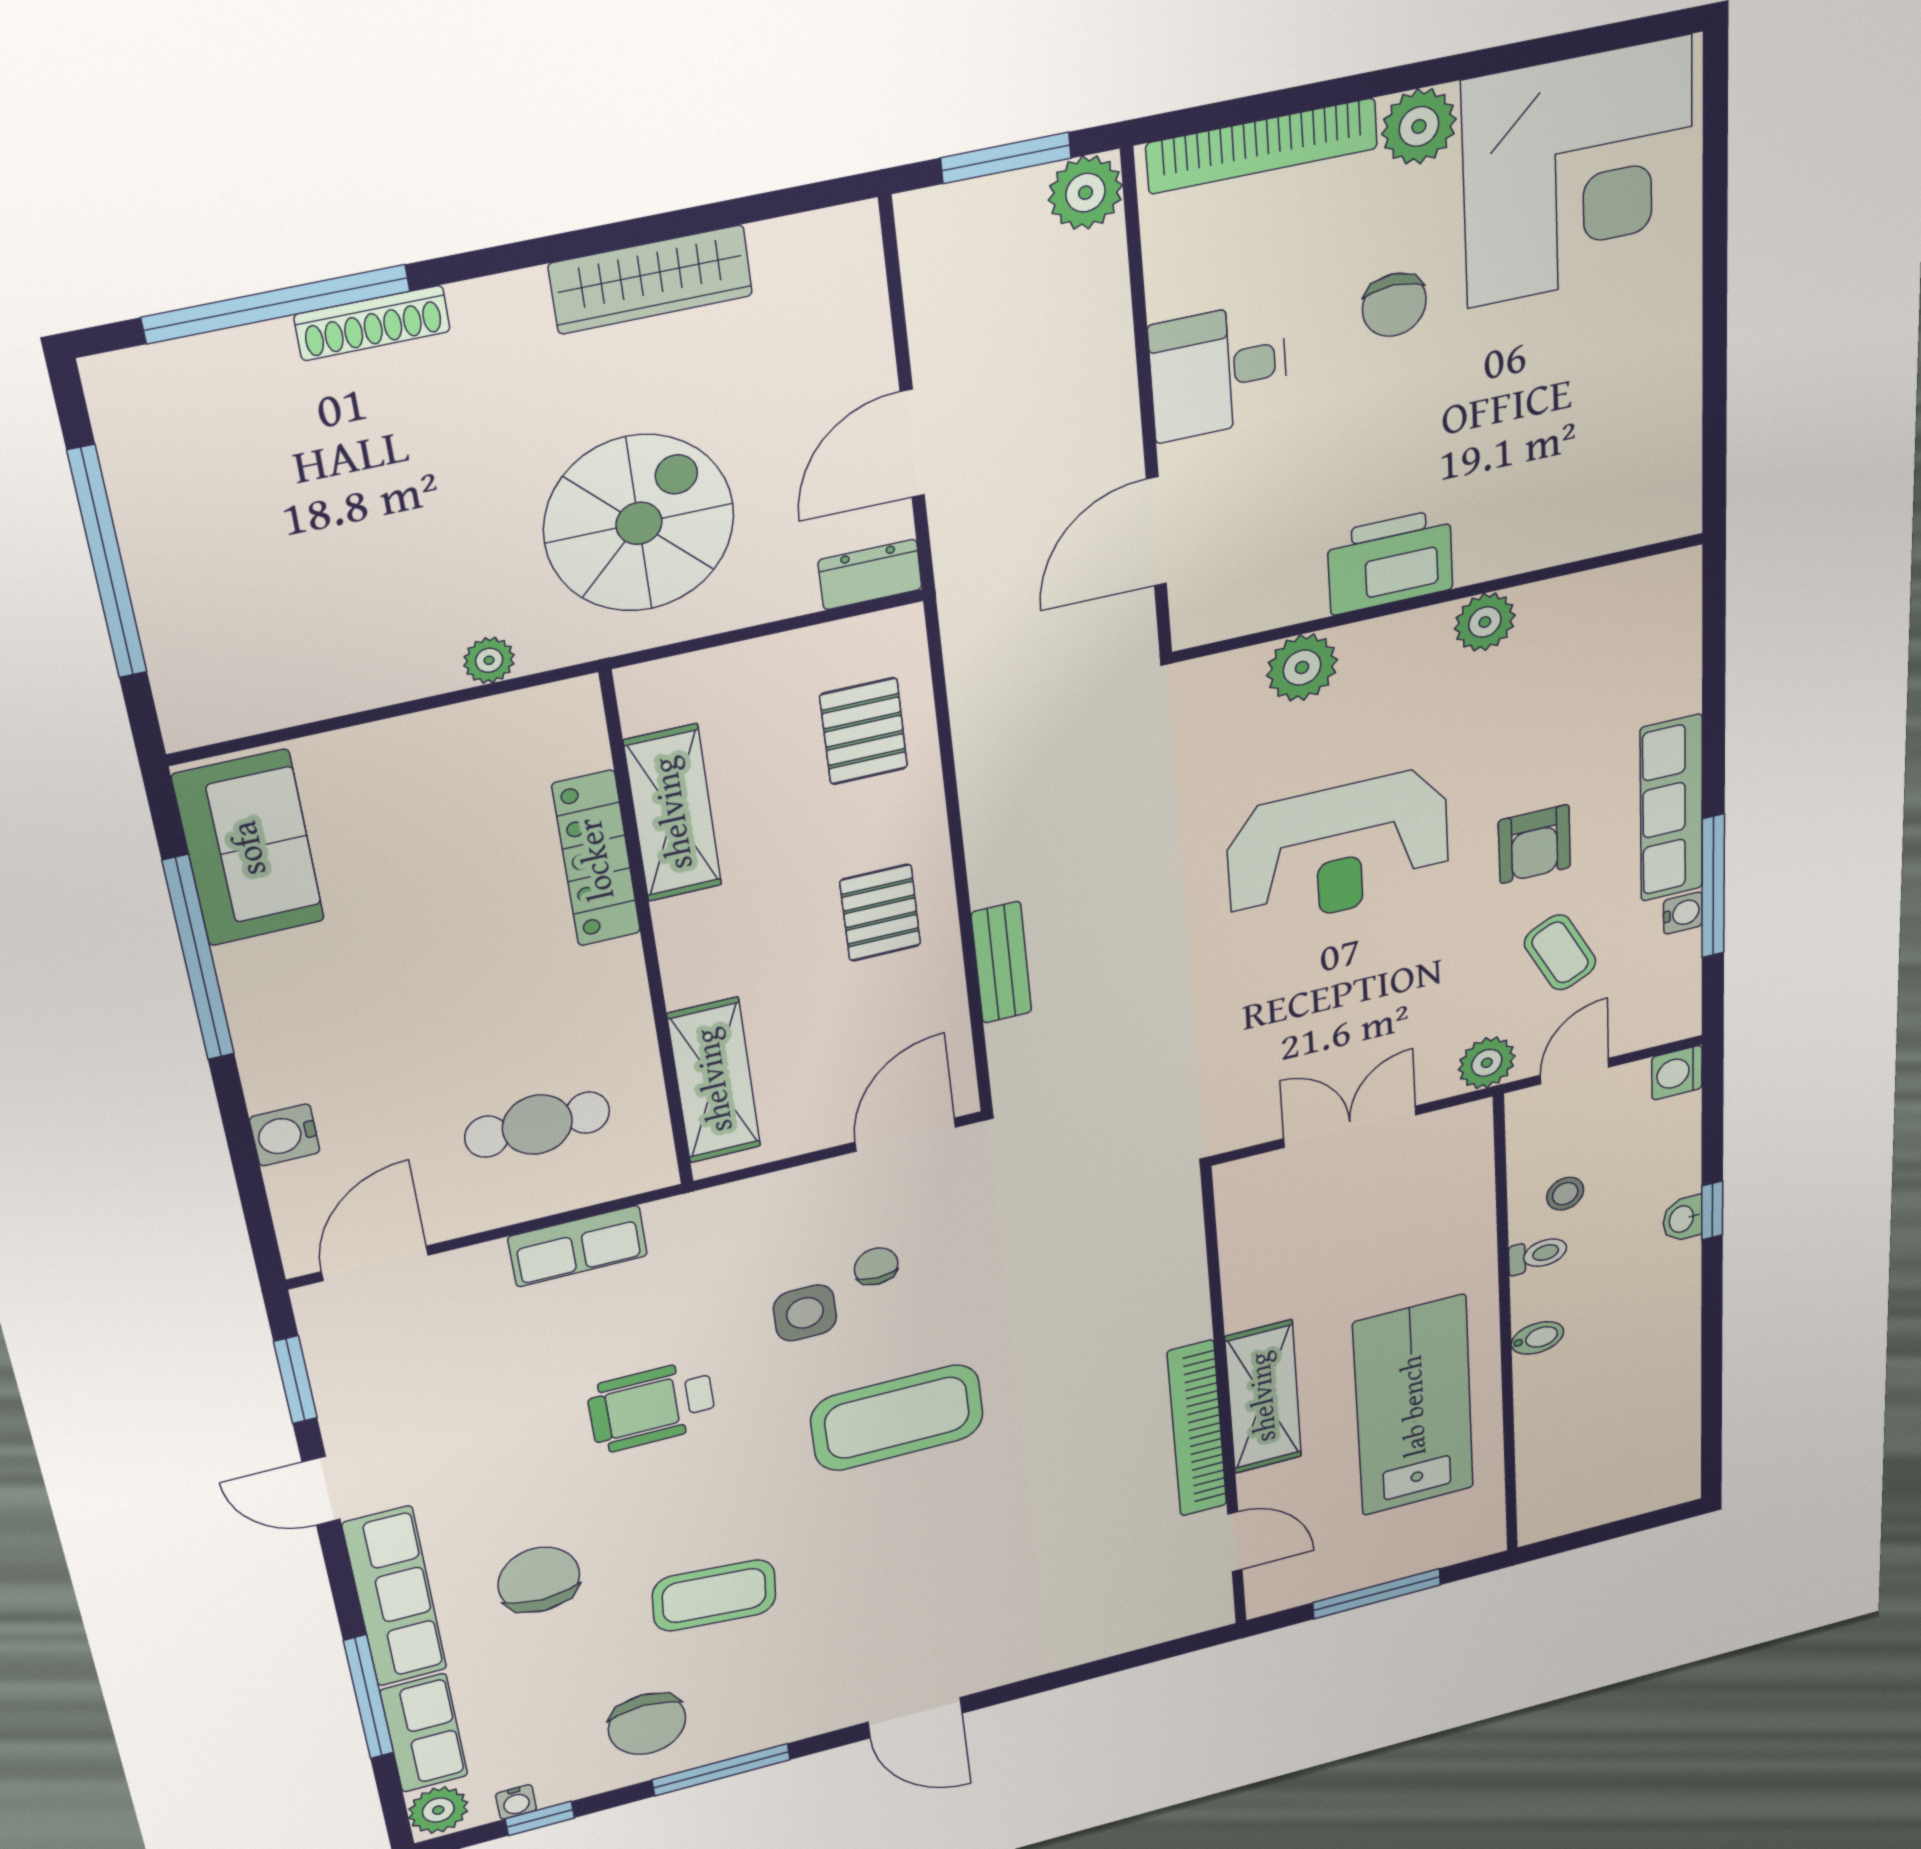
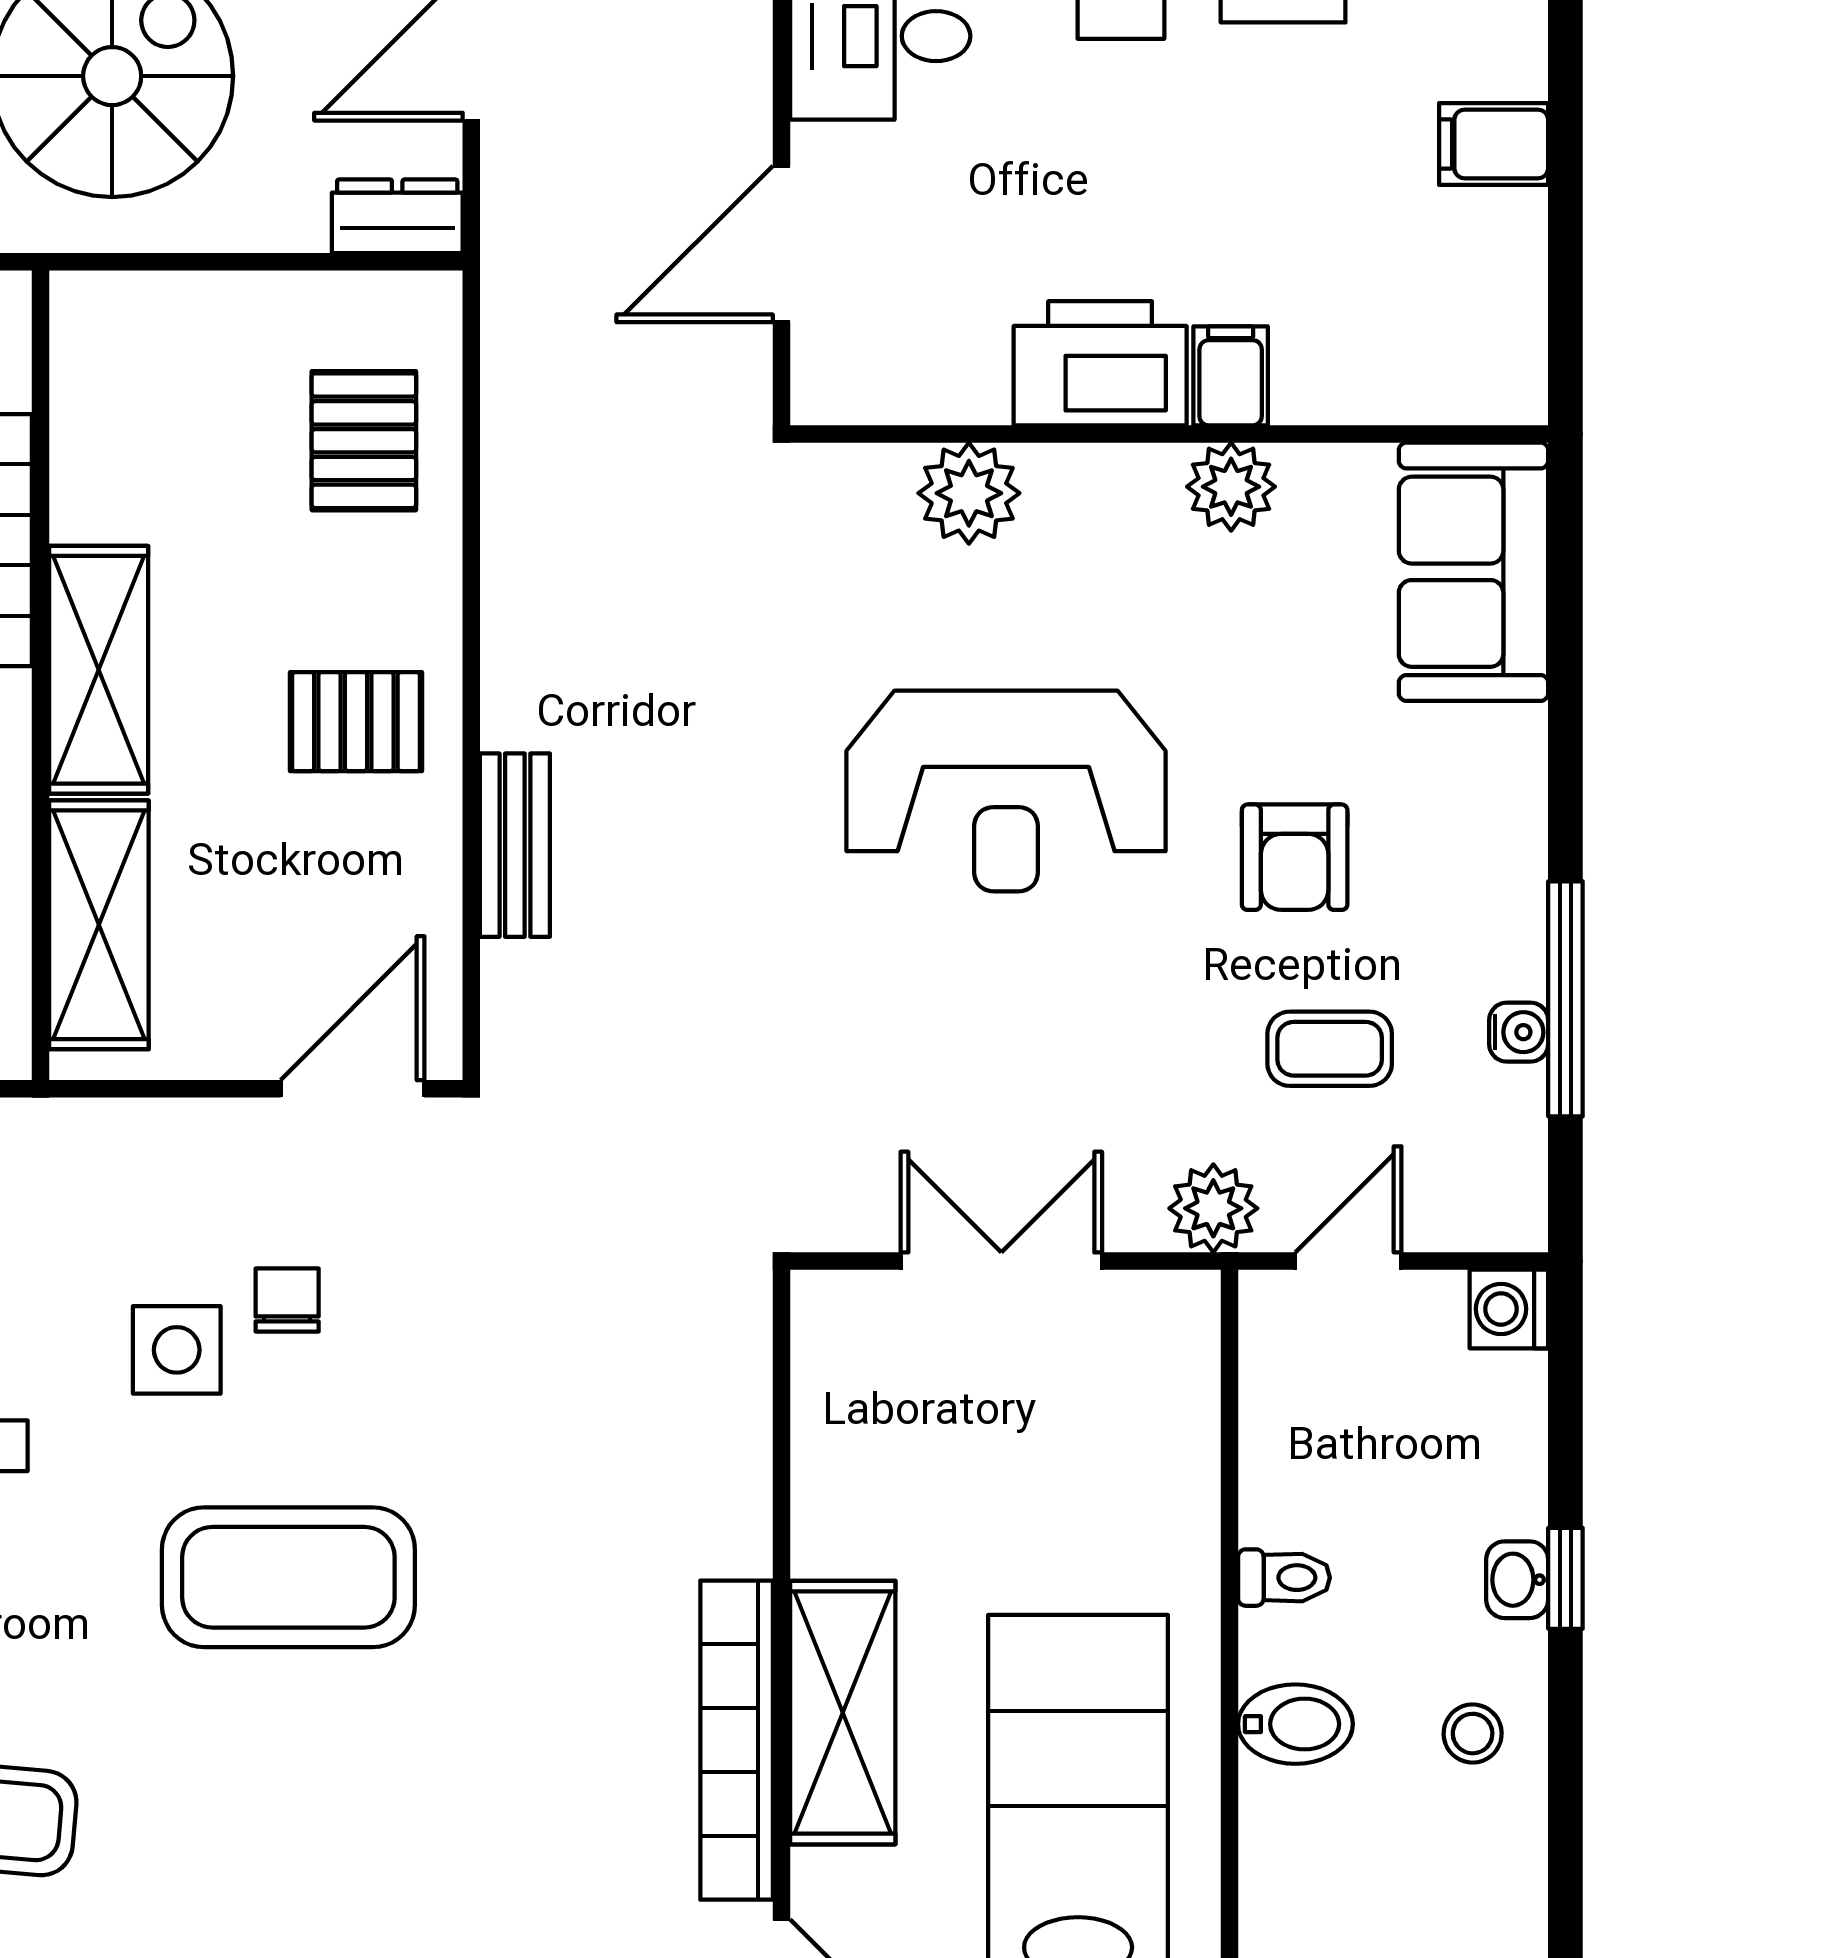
filing cabinet: (1664, 352) -> (1494, 144), added
filing cabinet: (1482, 549) -> (1231, 376), added
sofa: (1652, 639) -> (1473, 572), added
row of seats: (1671, 808) -> (1502, 852), removed
shelving: (673, 813) -> (99, 670), moved
pallet: (880, 913) -> (356, 722), turned 90
coffee table: (1560, 952) -> (1330, 1049), turned -63
stool: (1565, 1194) -> (1473, 1734), moved
bidet: (1537, 1338) -> (1295, 1724), width x1.38, depth x1.36

